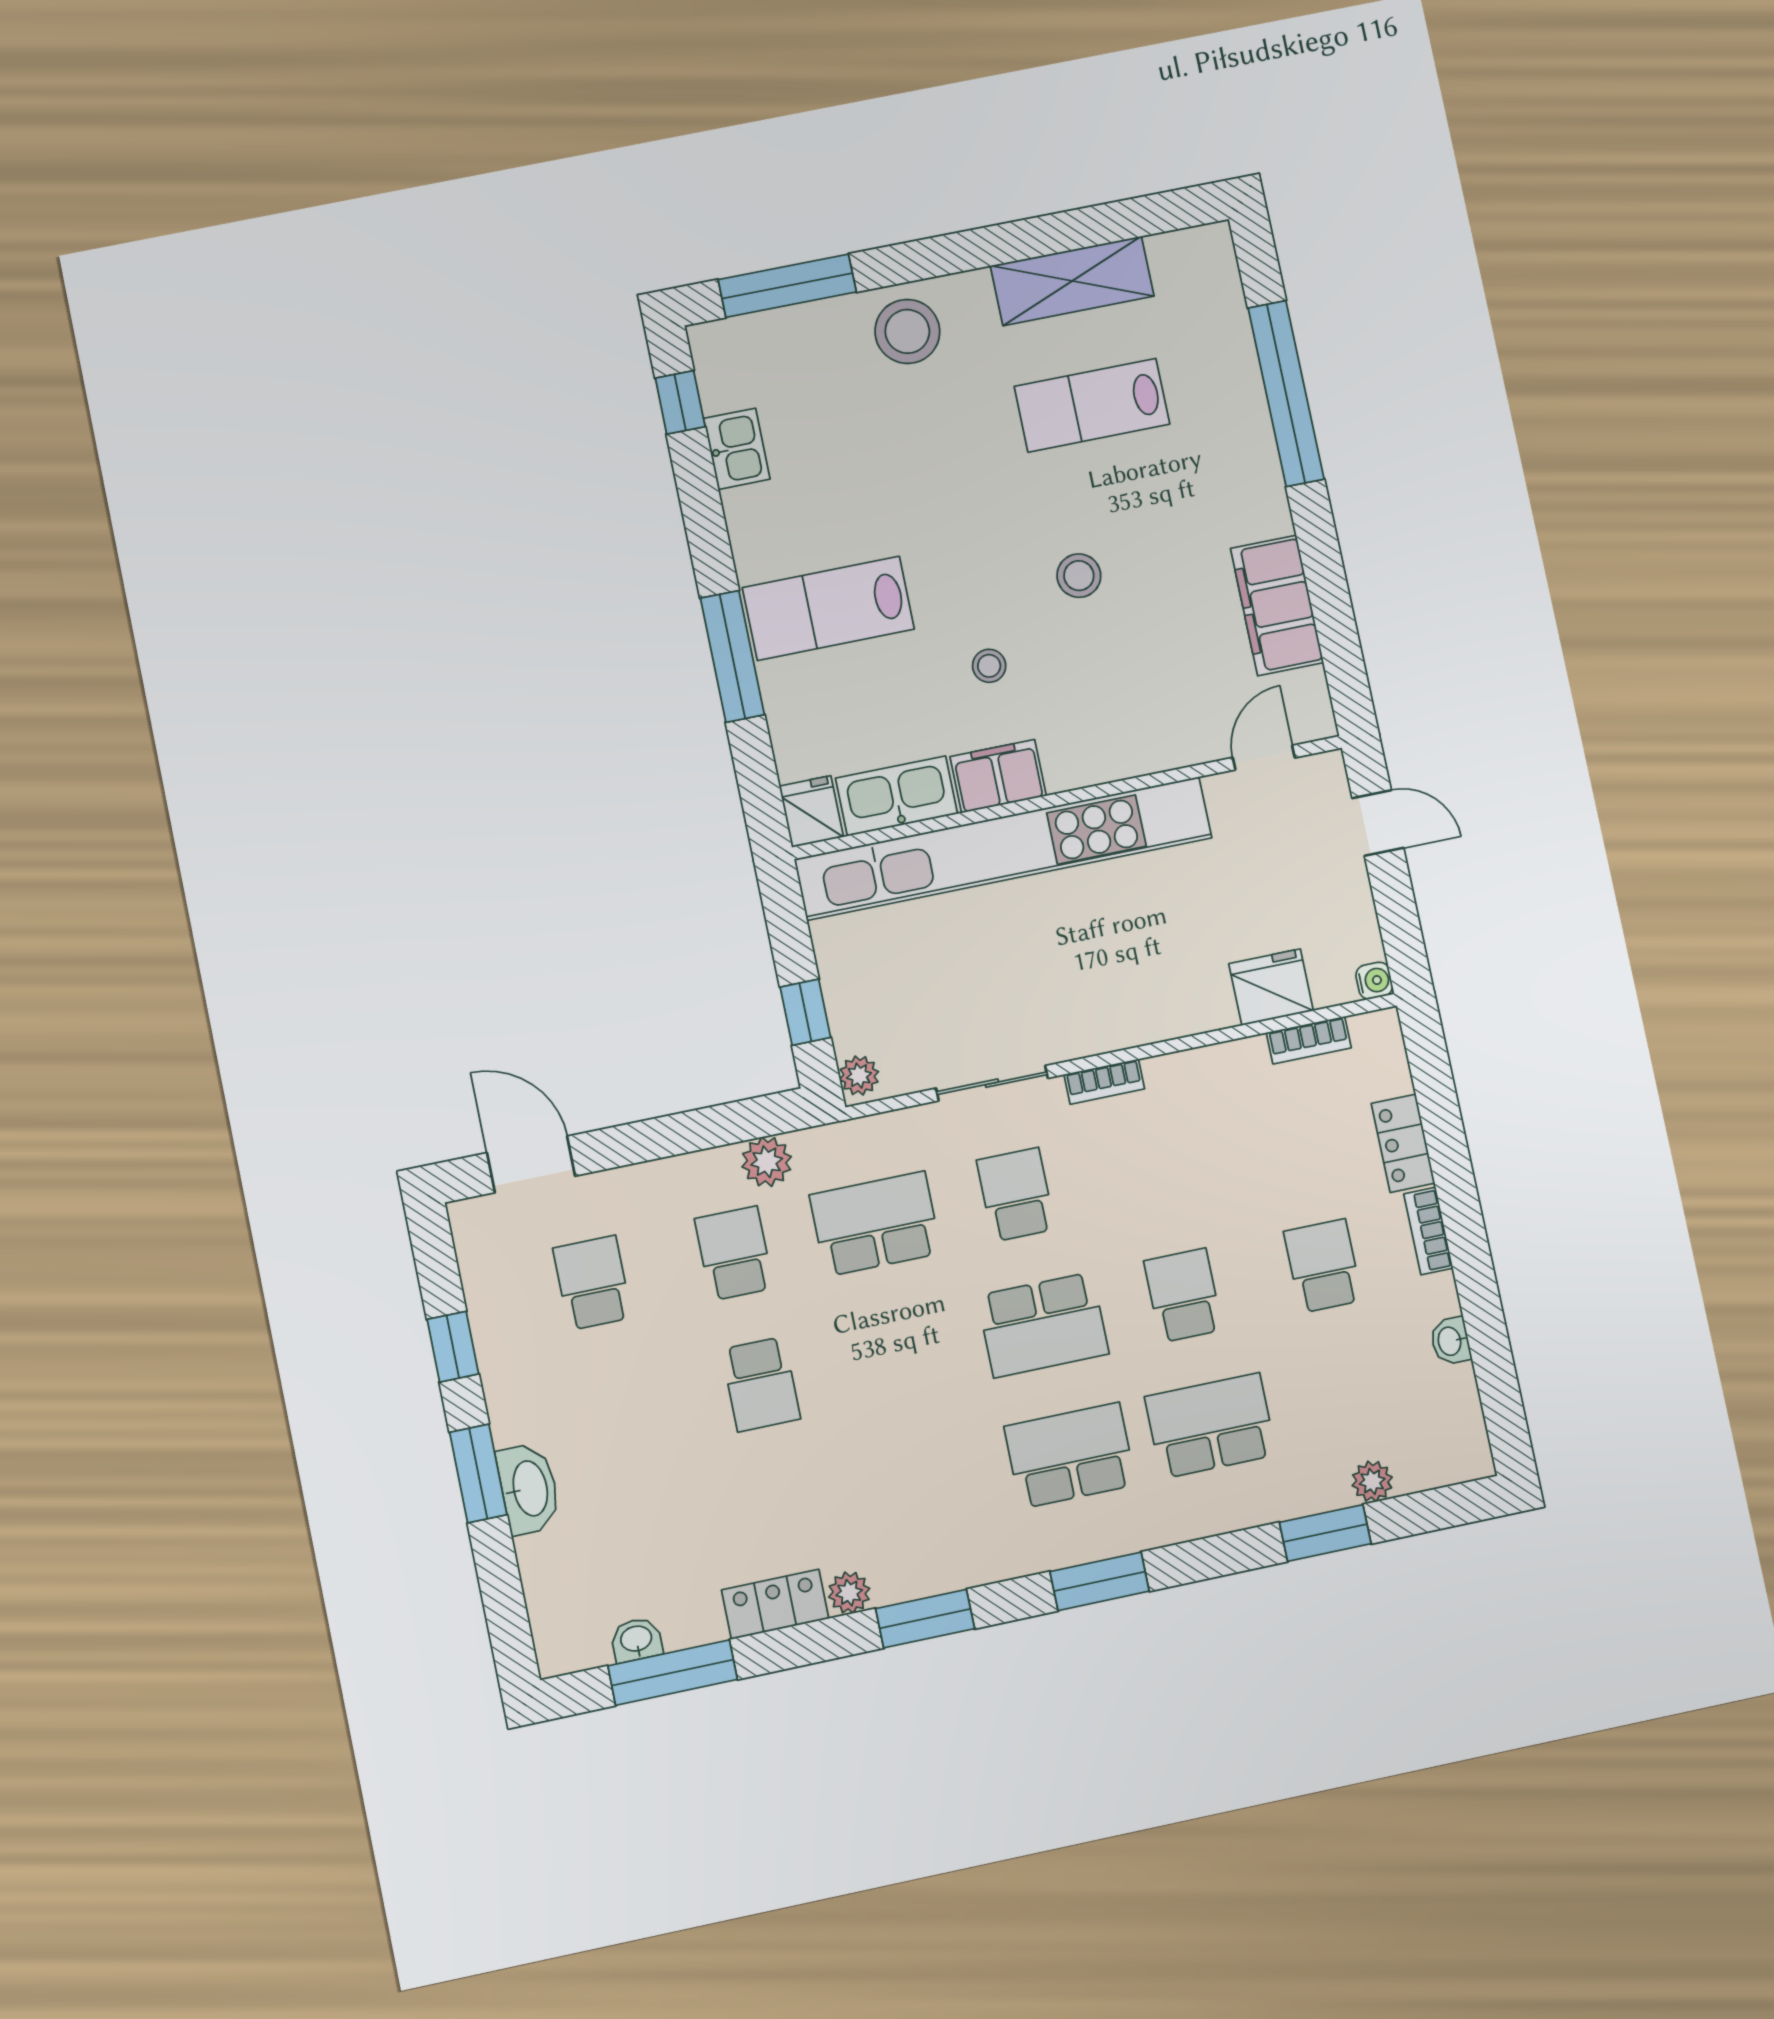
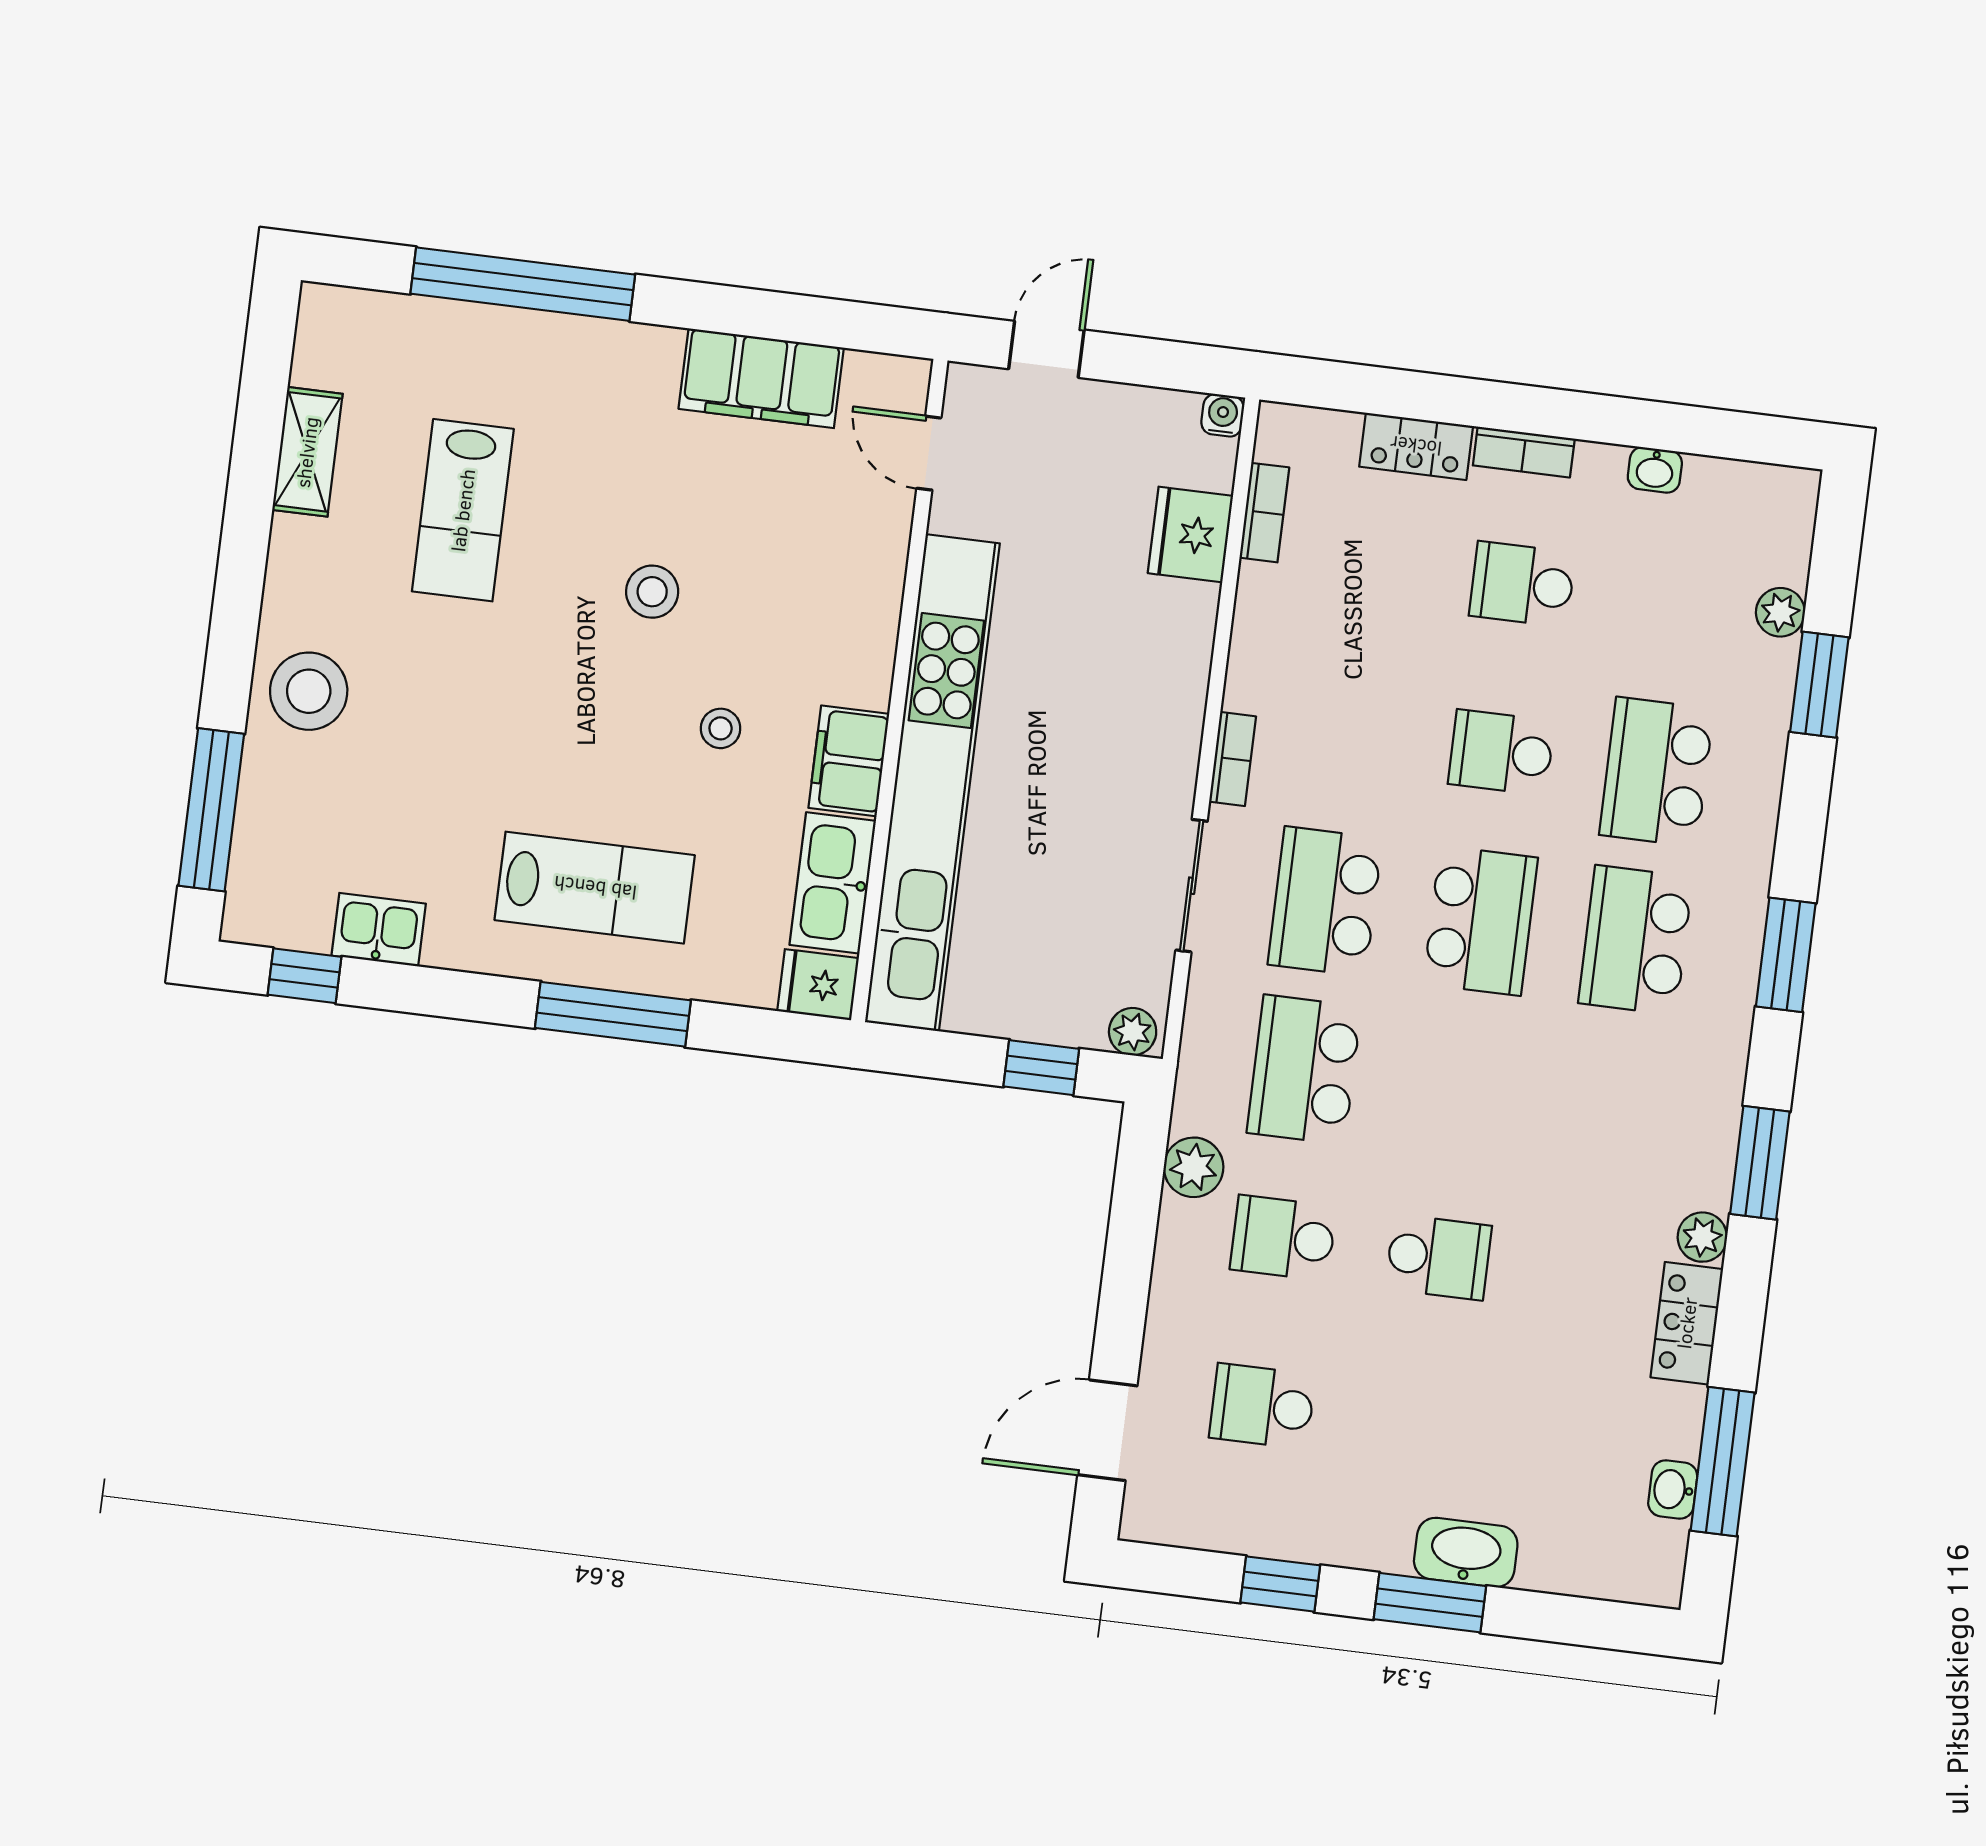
shelving: (1072, 281) -> (307, 452), width x0.67, depth x0.75
lab bench: (828, 608) -> (595, 888), turned -90
school desk: (1016, 1195) -> (1325, 901), width x1.85

